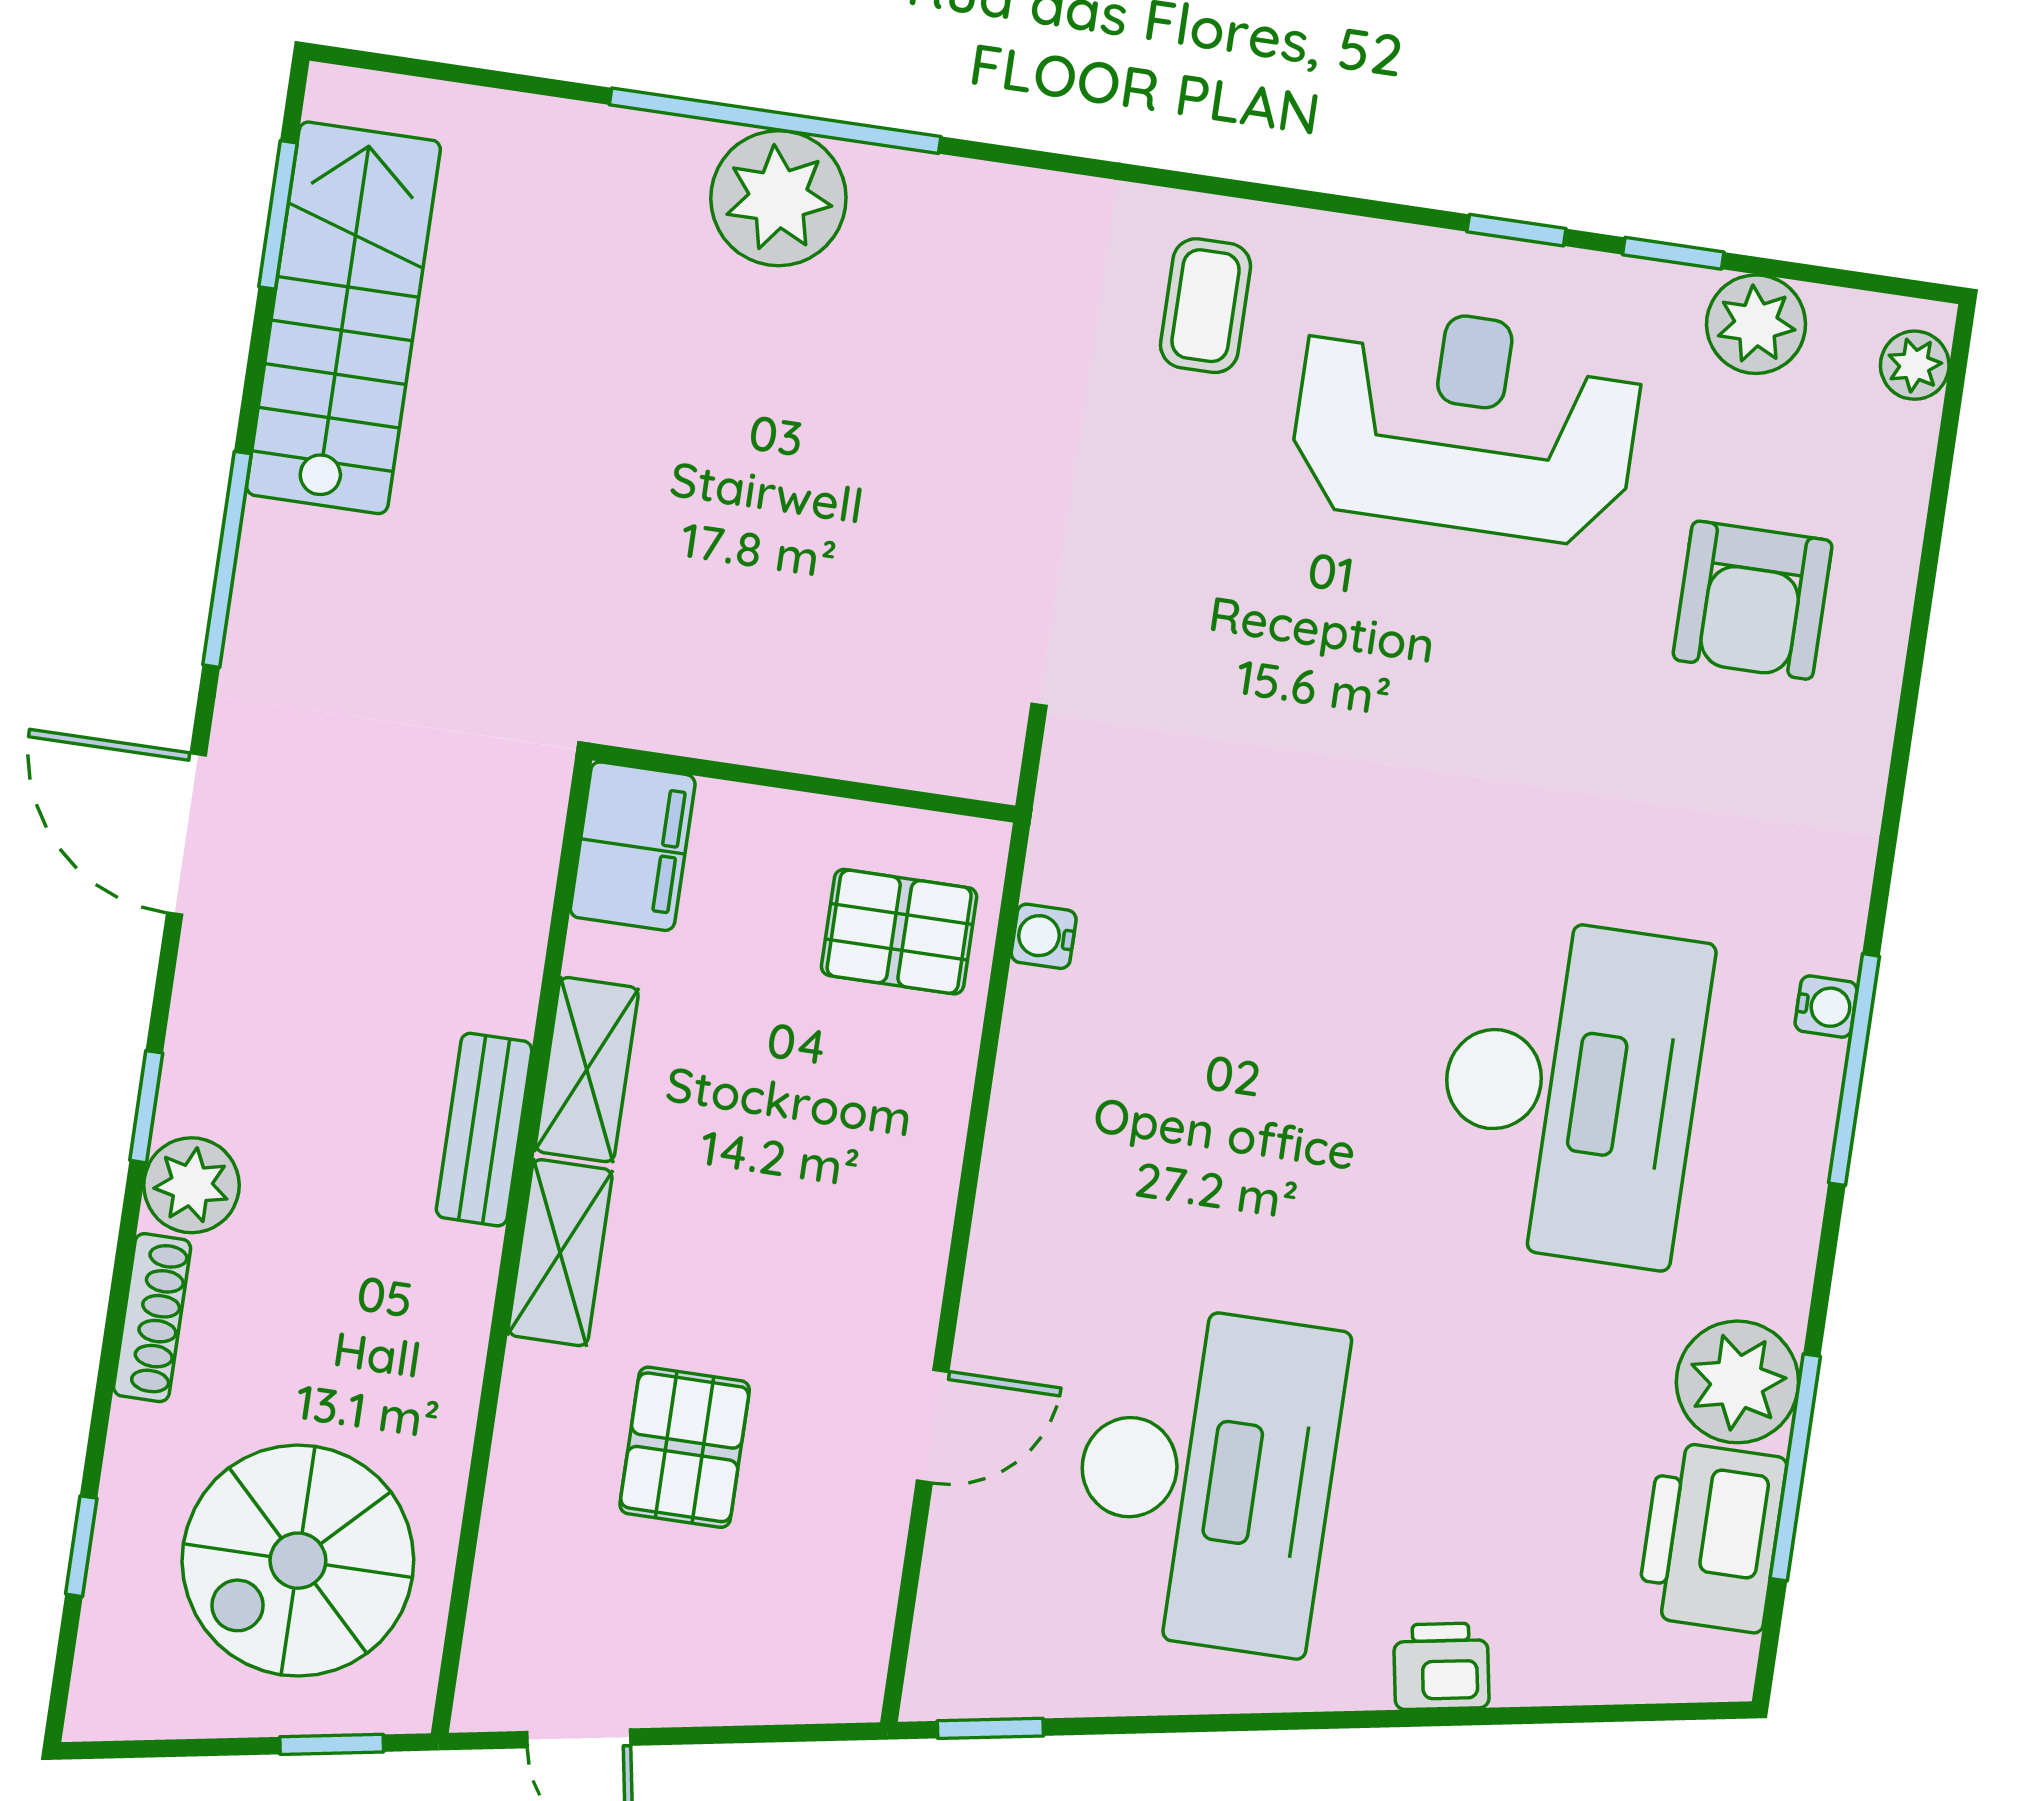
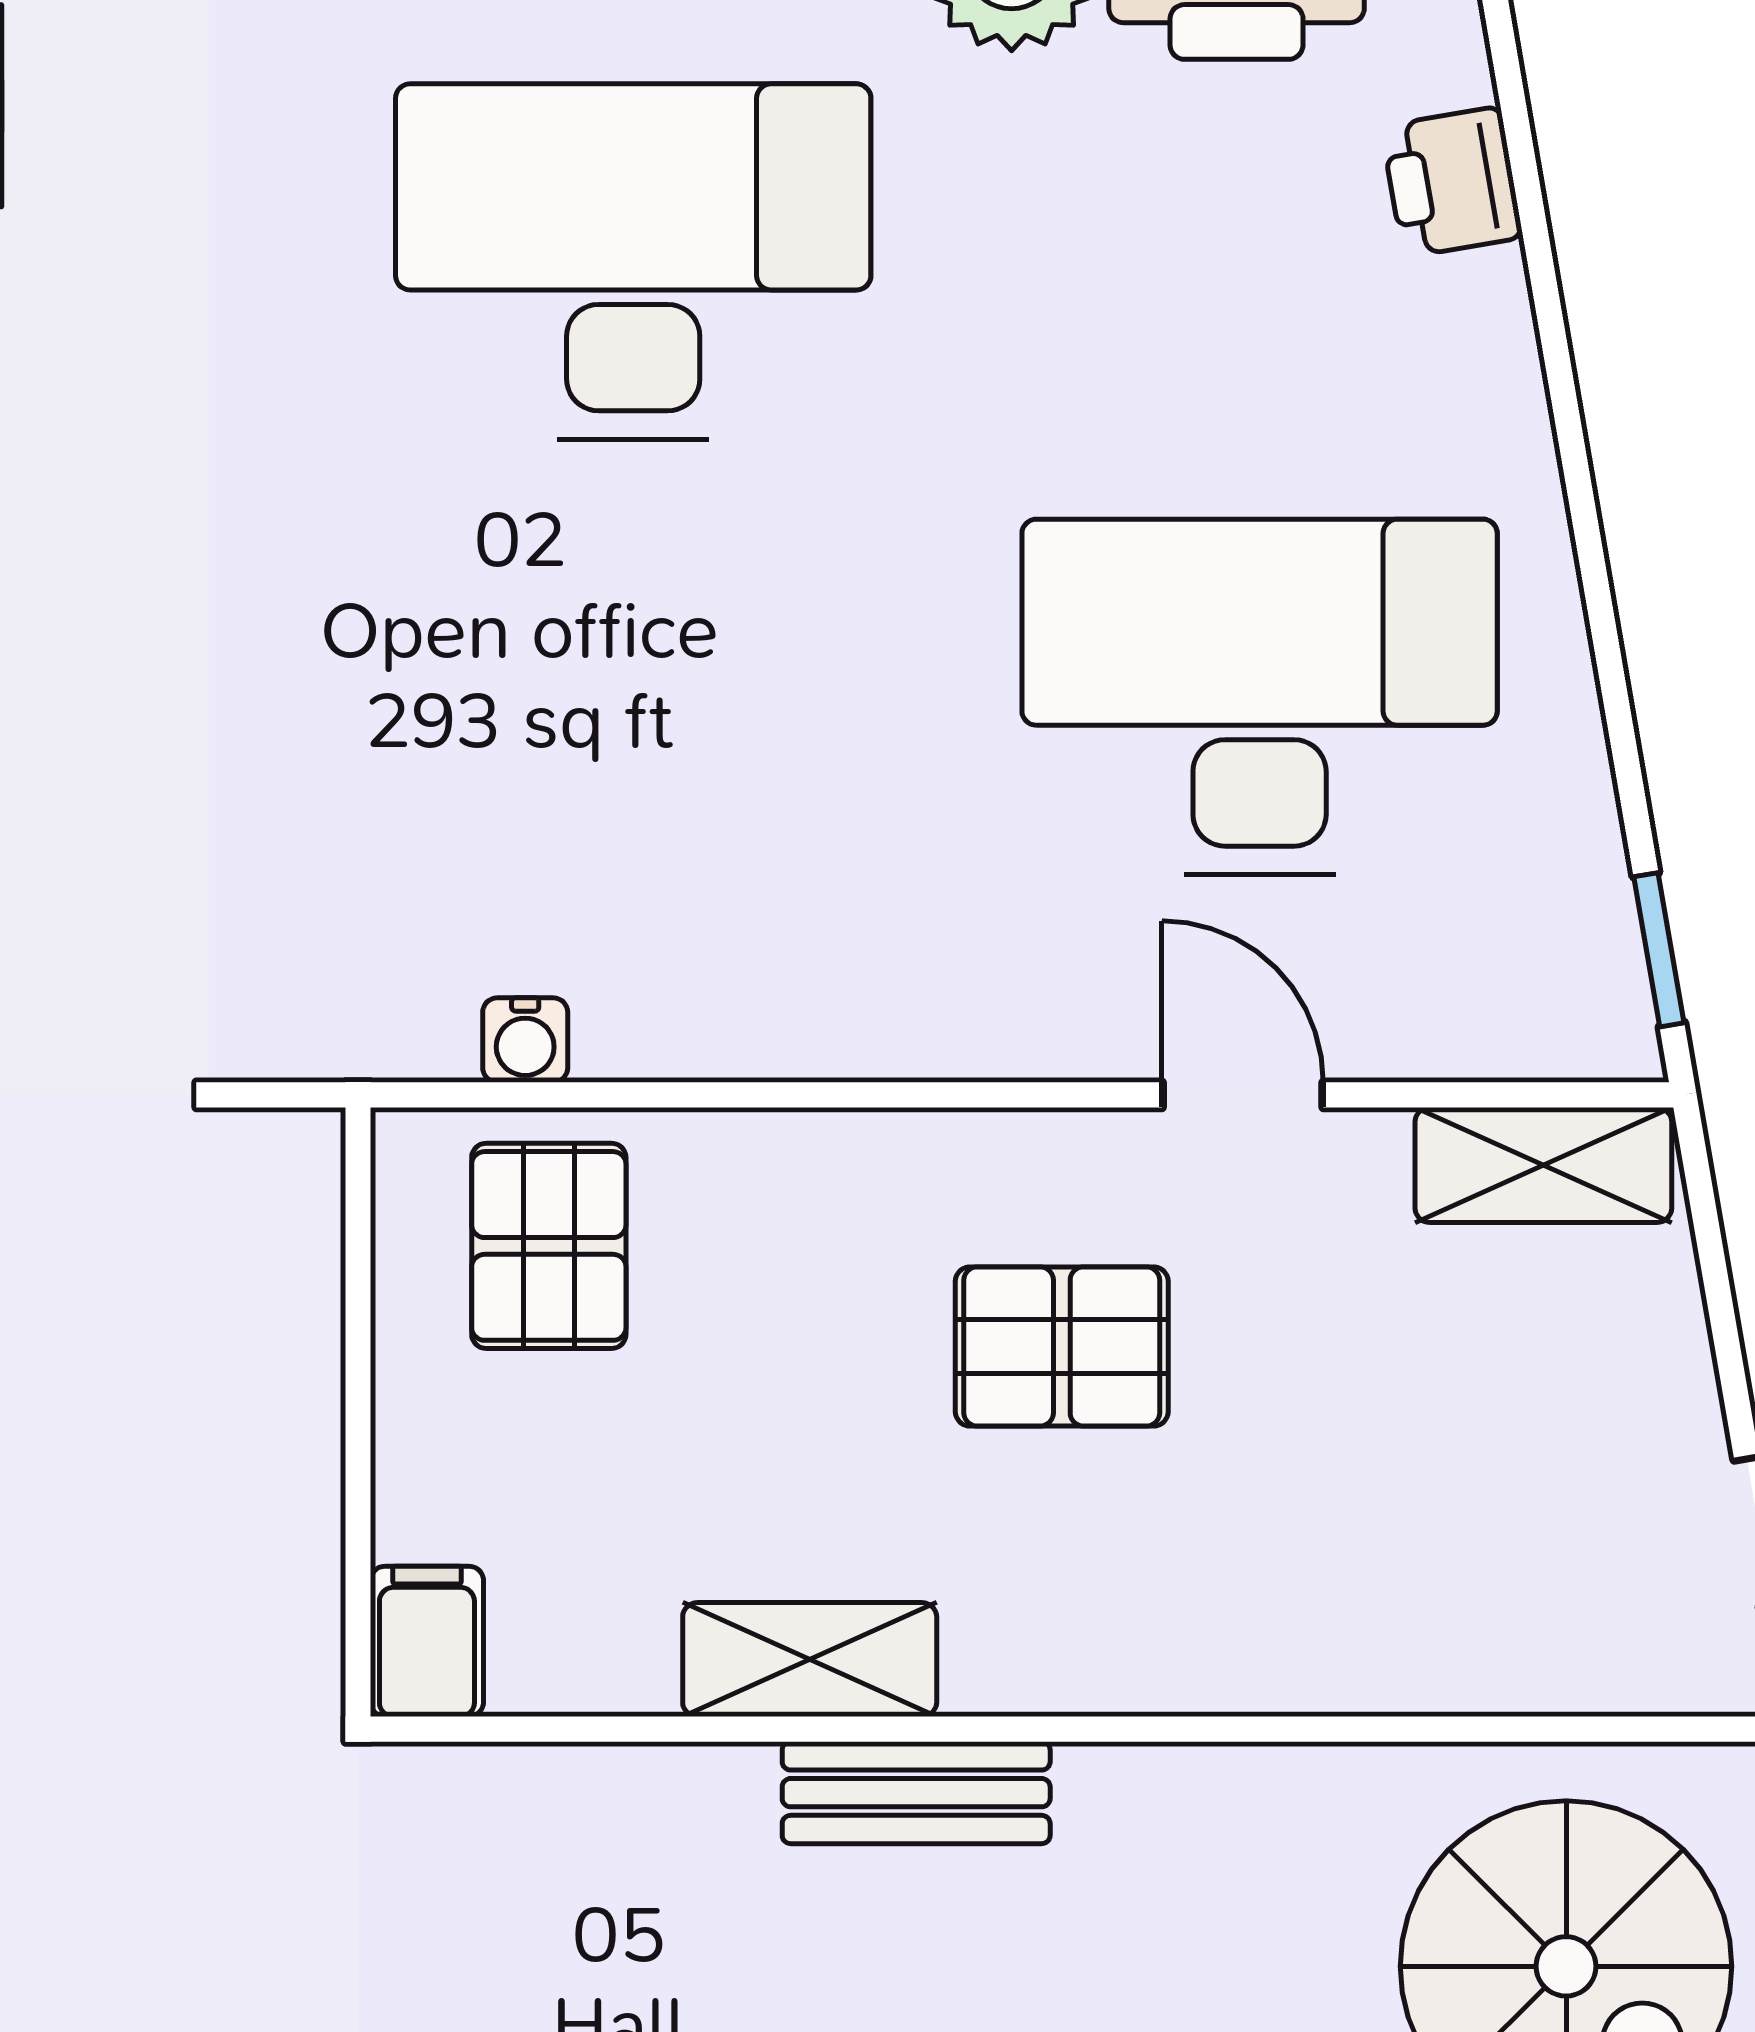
filing cabinet: (633, 846) -> (427, 1641), width x0.50
shelving: (560, 1253) -> (1543, 1165), moved
pallet: (685, 1447) -> (1062, 1346), moved
printer: (1441, 1666) -> (1452, 182), moved

